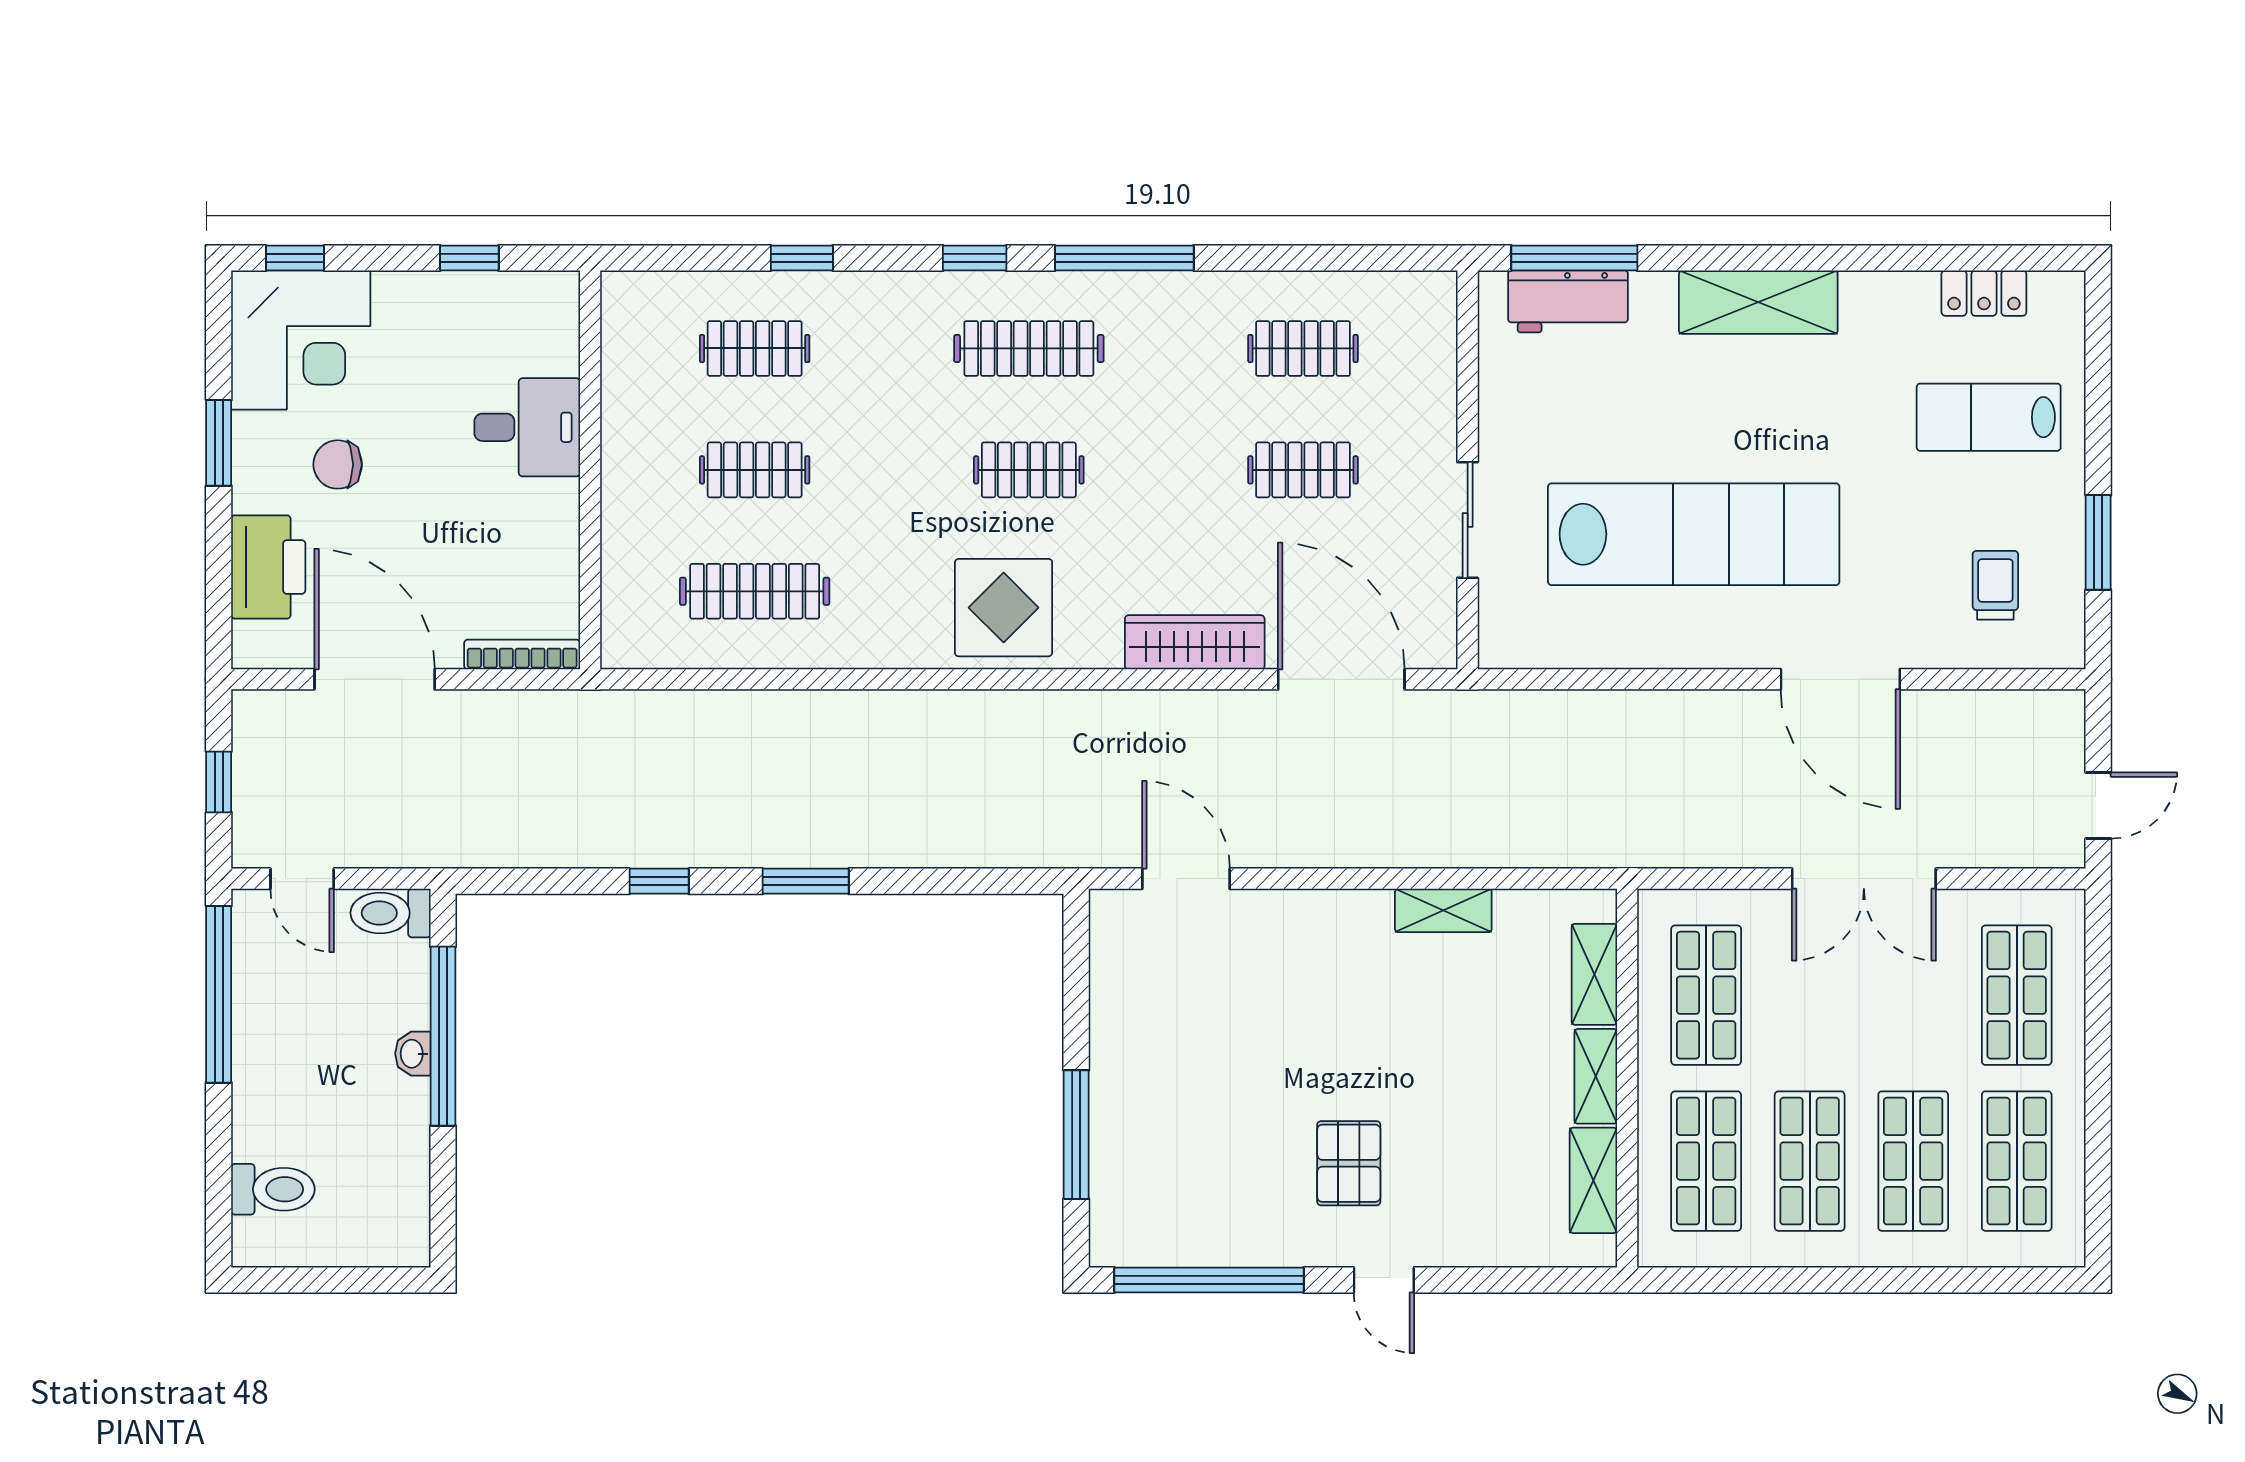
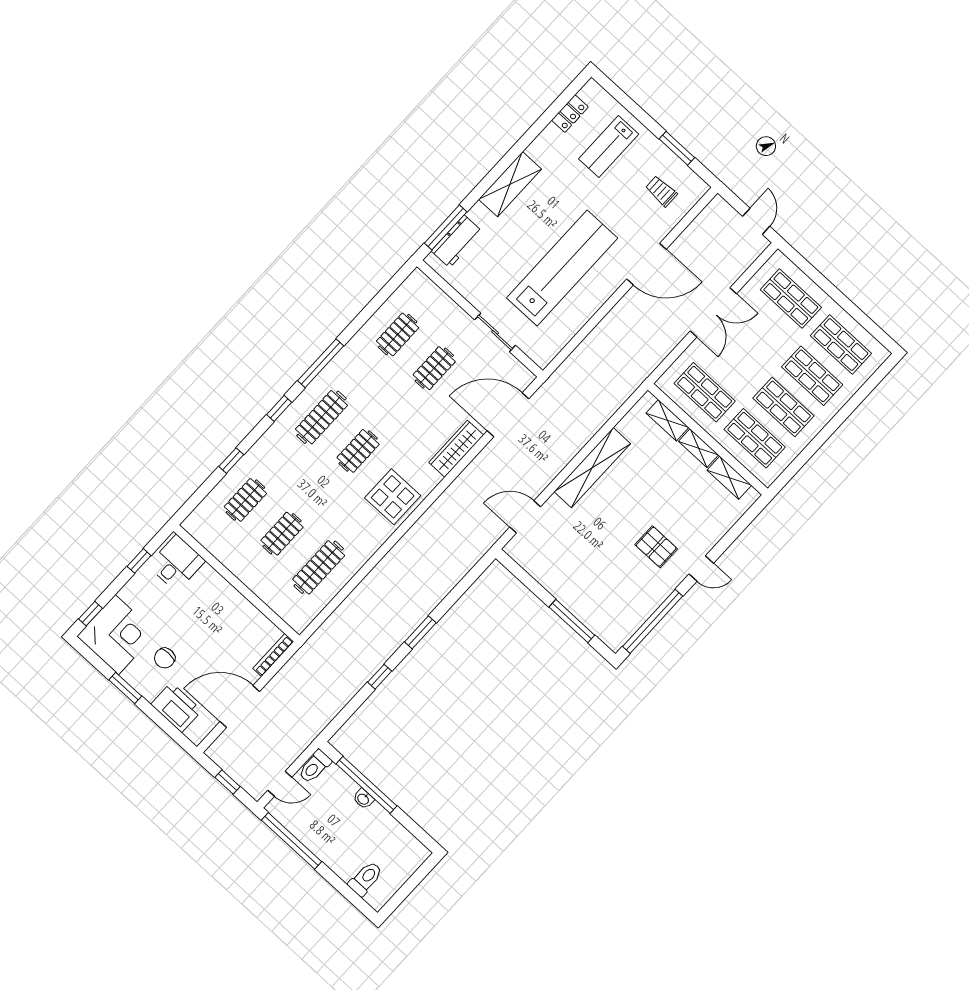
desk: (527, 427) -> (176, 563), moved
shelving: (1443, 910) -> (592, 468), width x2.20, depth x1.33

